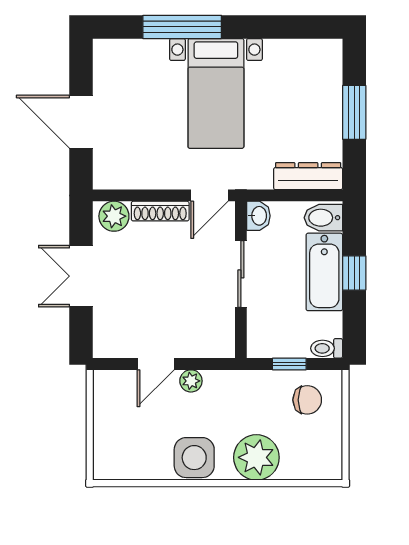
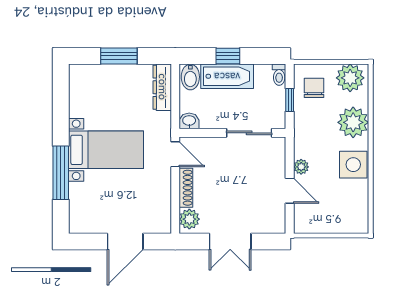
sliding door: (241, 274) -> (249, 133), moved
plant: (322, 453) -> (350, 78), added

